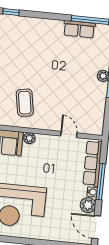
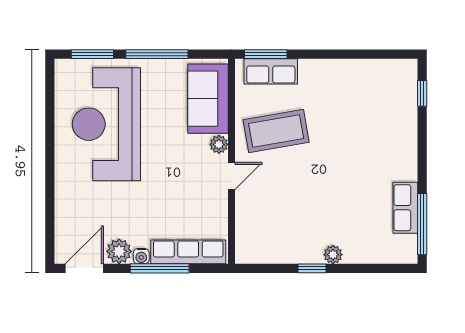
coffee table: (25, 103) -> (276, 131), width x1.36, depth x1.32
door: (69, 134) -> (231, 176), moved

